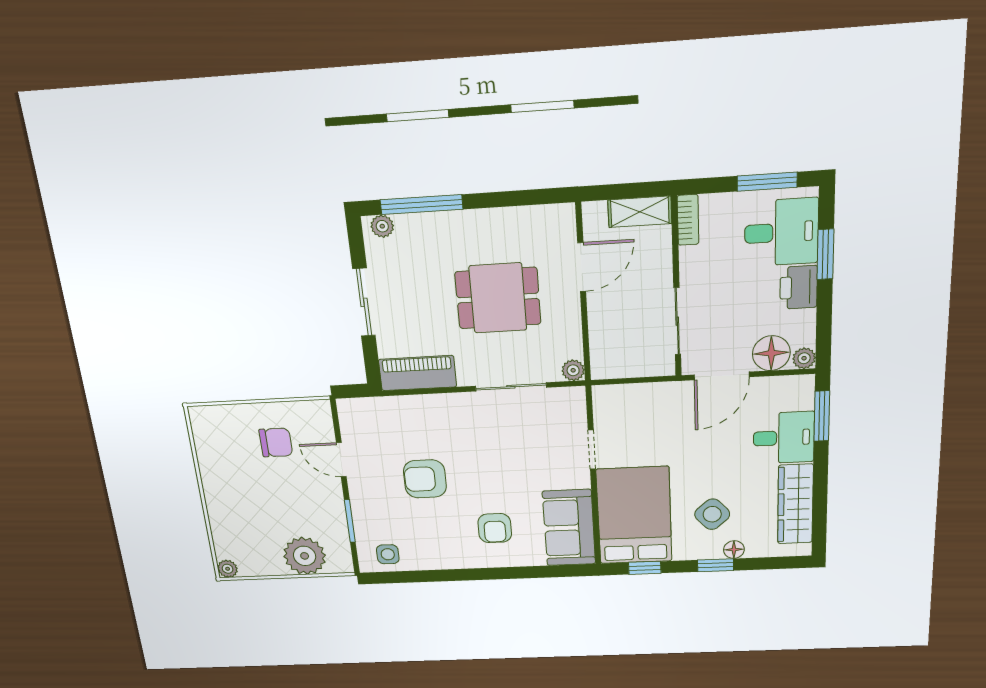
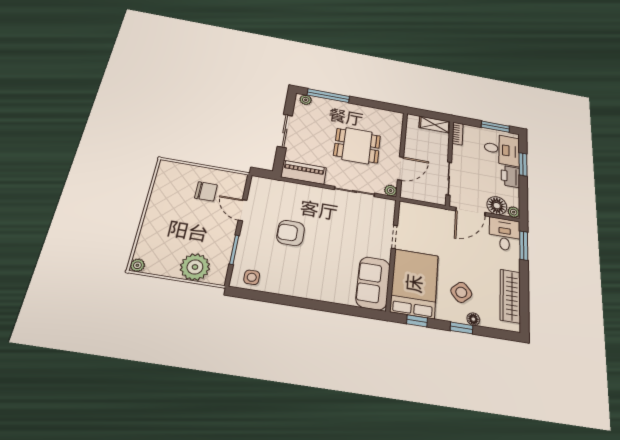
door: (582, 267) -> (401, 168), moved
desk: (784, 438) -> (505, 234), moved, turned -90
armchair: (495, 528) -> (326, 274), removed

